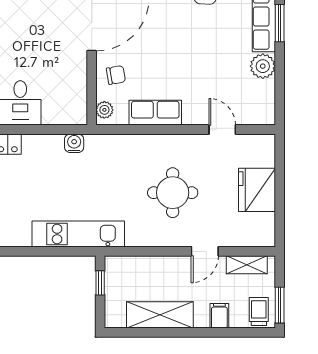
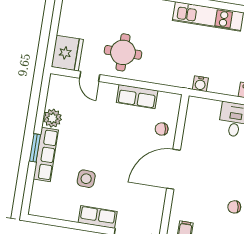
plant: (104, 110) -> (174, 105), removed
fridge: (257, 190) -> (67, 53), moved
round table: (173, 193) -> (123, 52), moved

